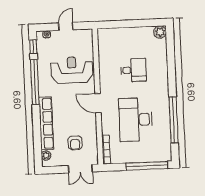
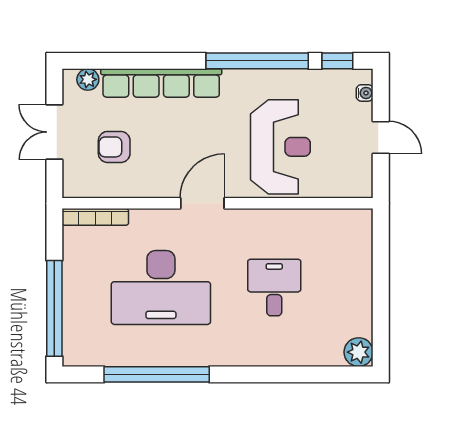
desk: (133, 70) -> (274, 288), turned 180
desk: (136, 120) -> (161, 288), turned 180
double door: (80, 169) -> (54, 132), moved

